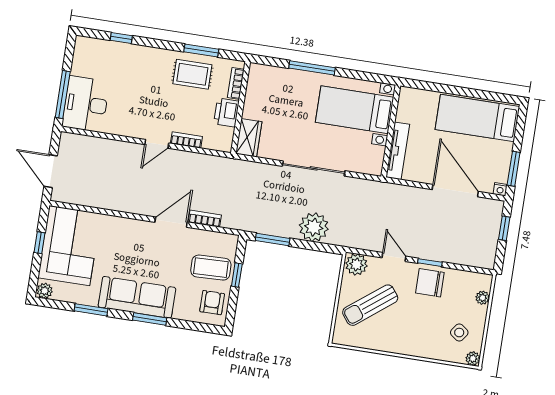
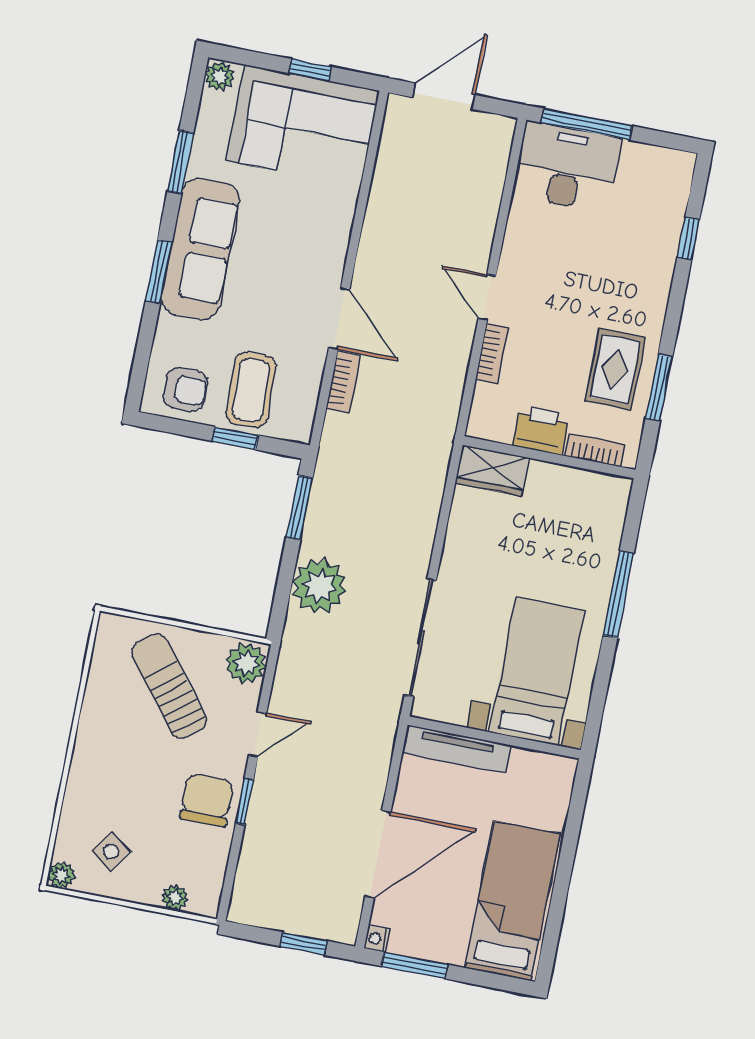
sliding door: (314, 168) -> (420, 637), moved

